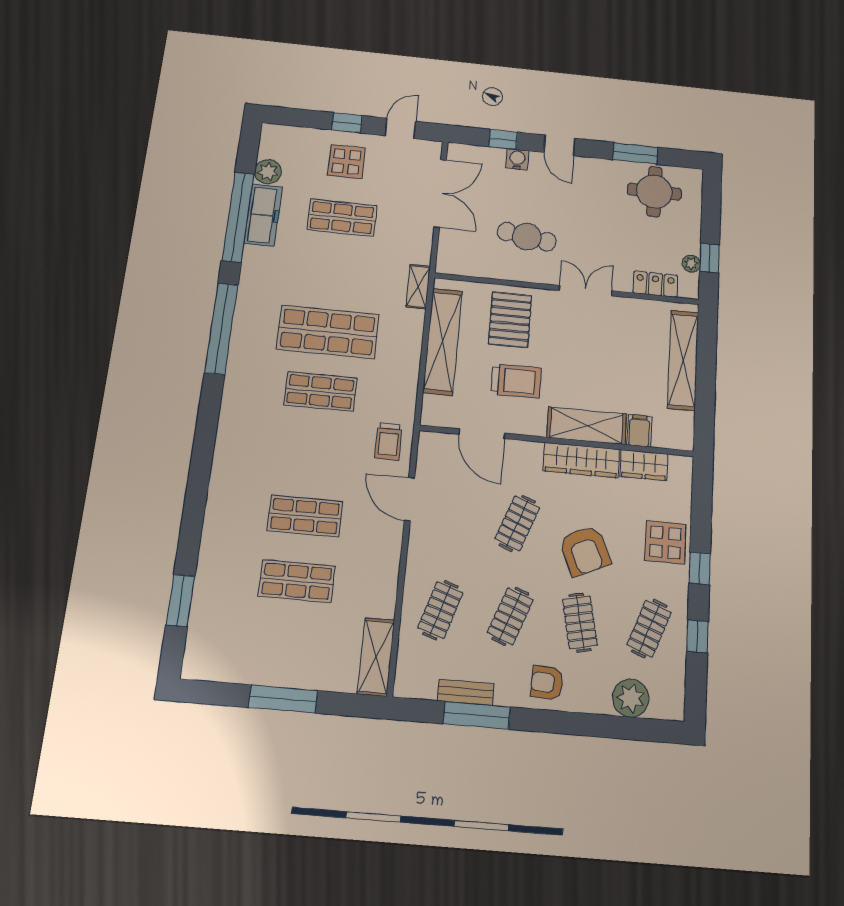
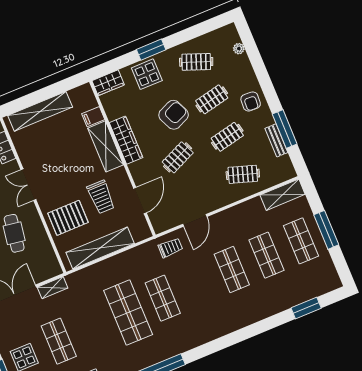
shelving: (418, 286) -> (53, 288), moved
trolley: (516, 381) -> (101, 197), turned 180
wardrobe: (644, 465) -> (108, 83), moved, turned 90
clothes rail: (517, 523) -> (178, 157), turned -45
window: (700, 568) -> (151, 50), width x1.50
clothes rail: (510, 616) -> (227, 137), turned -33
window: (698, 636) -> (187, 35), removed
shop shelf: (289, 648) -> (301, 241), added
plant: (631, 698) -> (239, 49), width x0.53, depth x0.53

